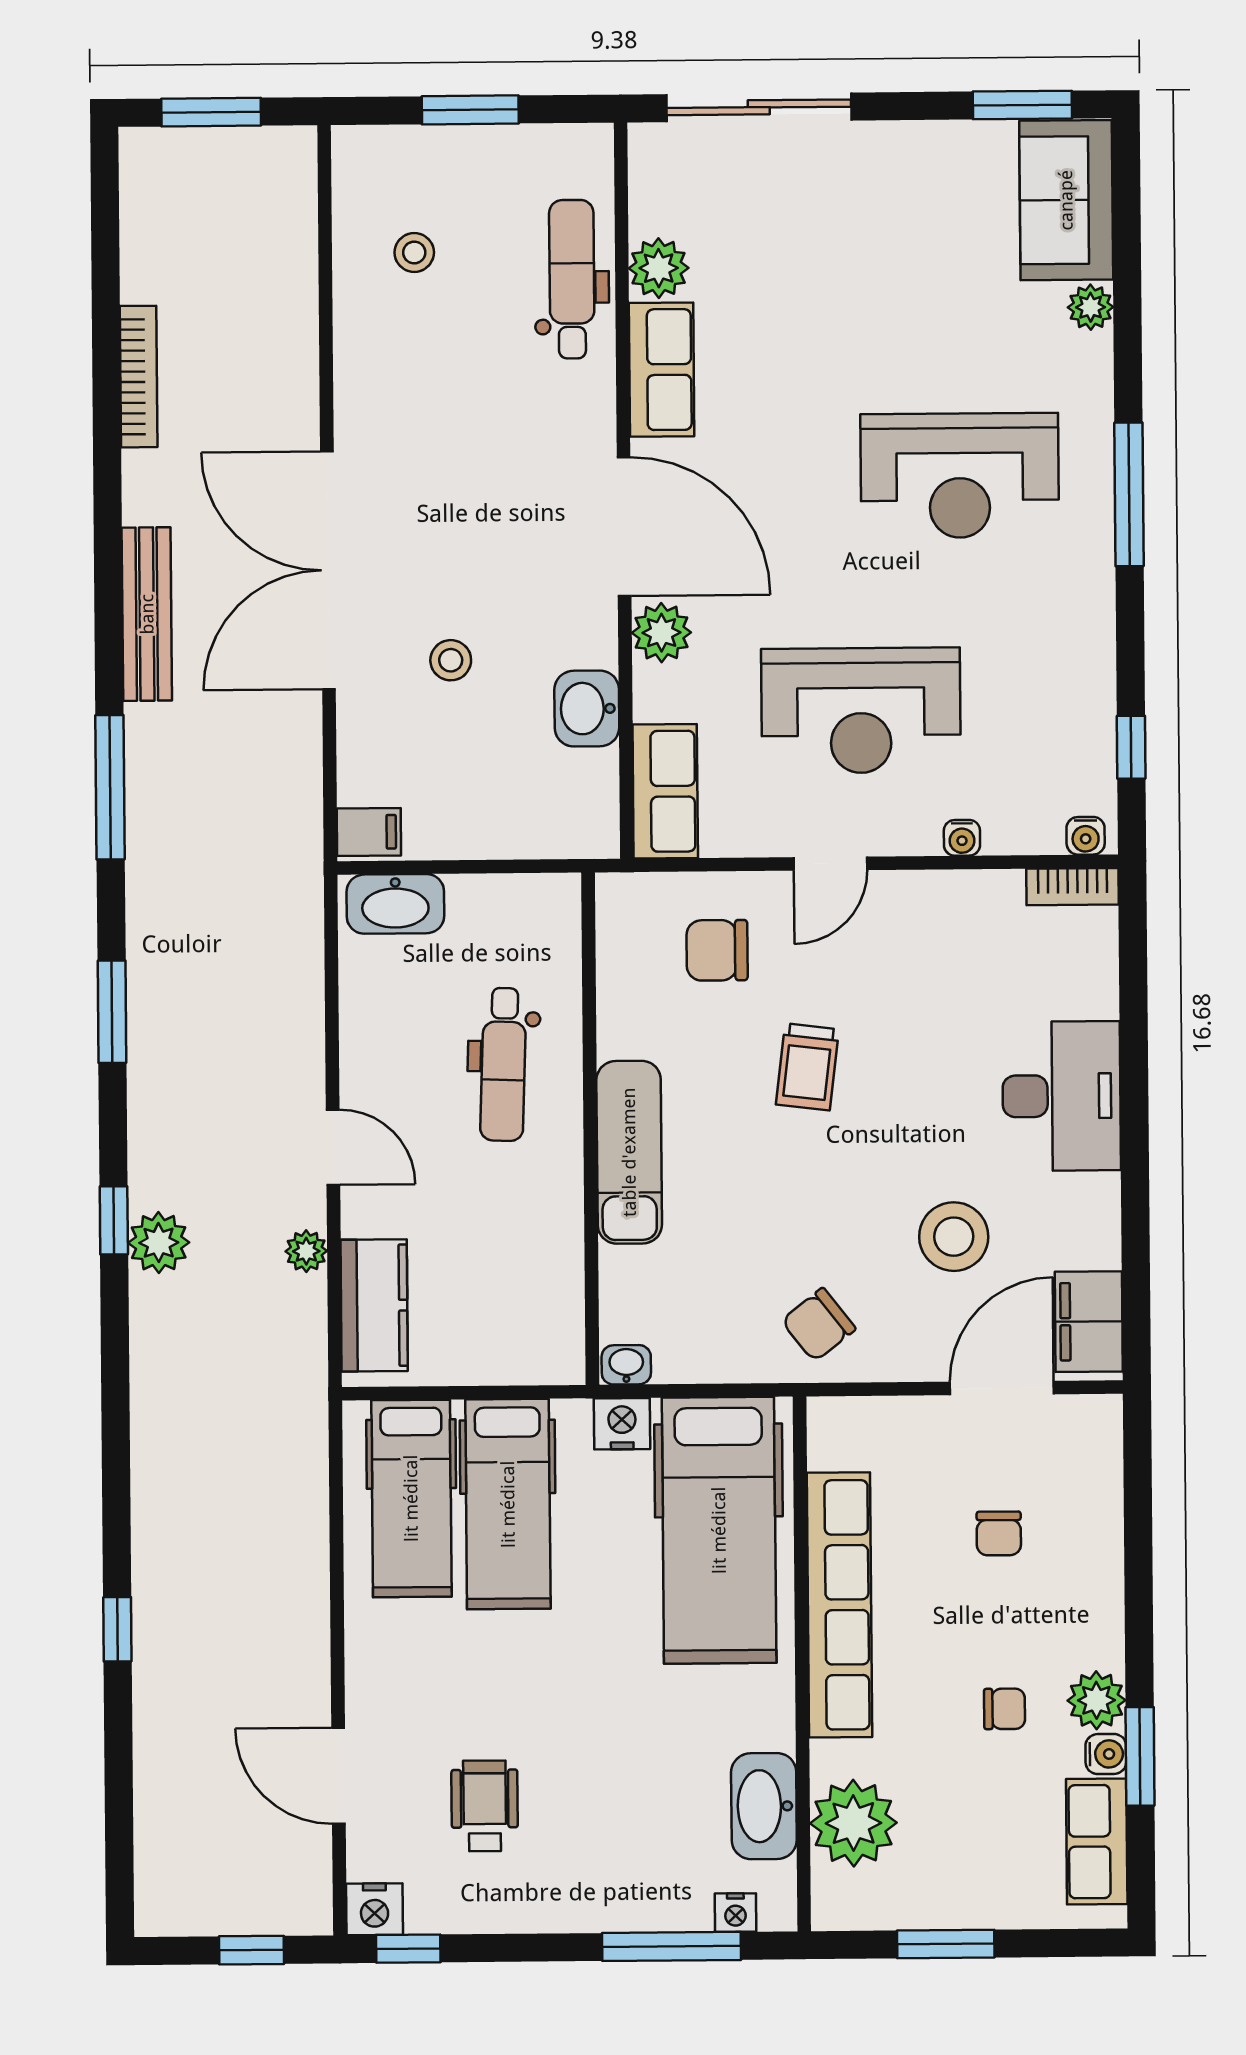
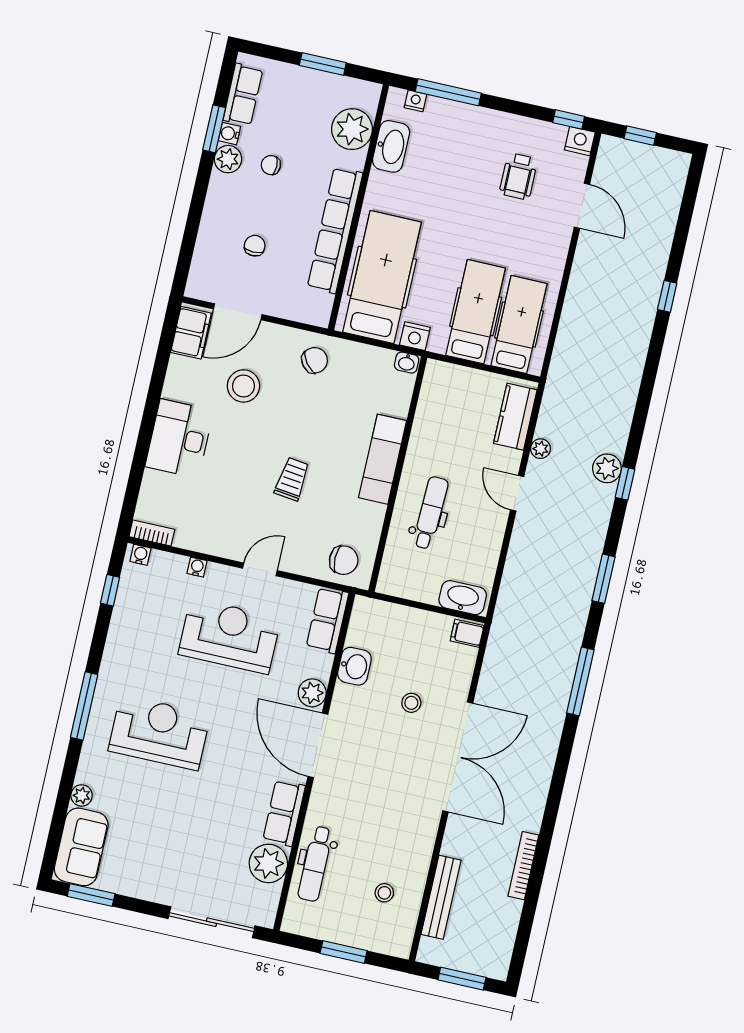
plant: (659, 268) -> (268, 863), width x1.36, depth x1.36
bench: (147, 614) -> (441, 897), moved
chair: (717, 950) -> (344, 560), moved

